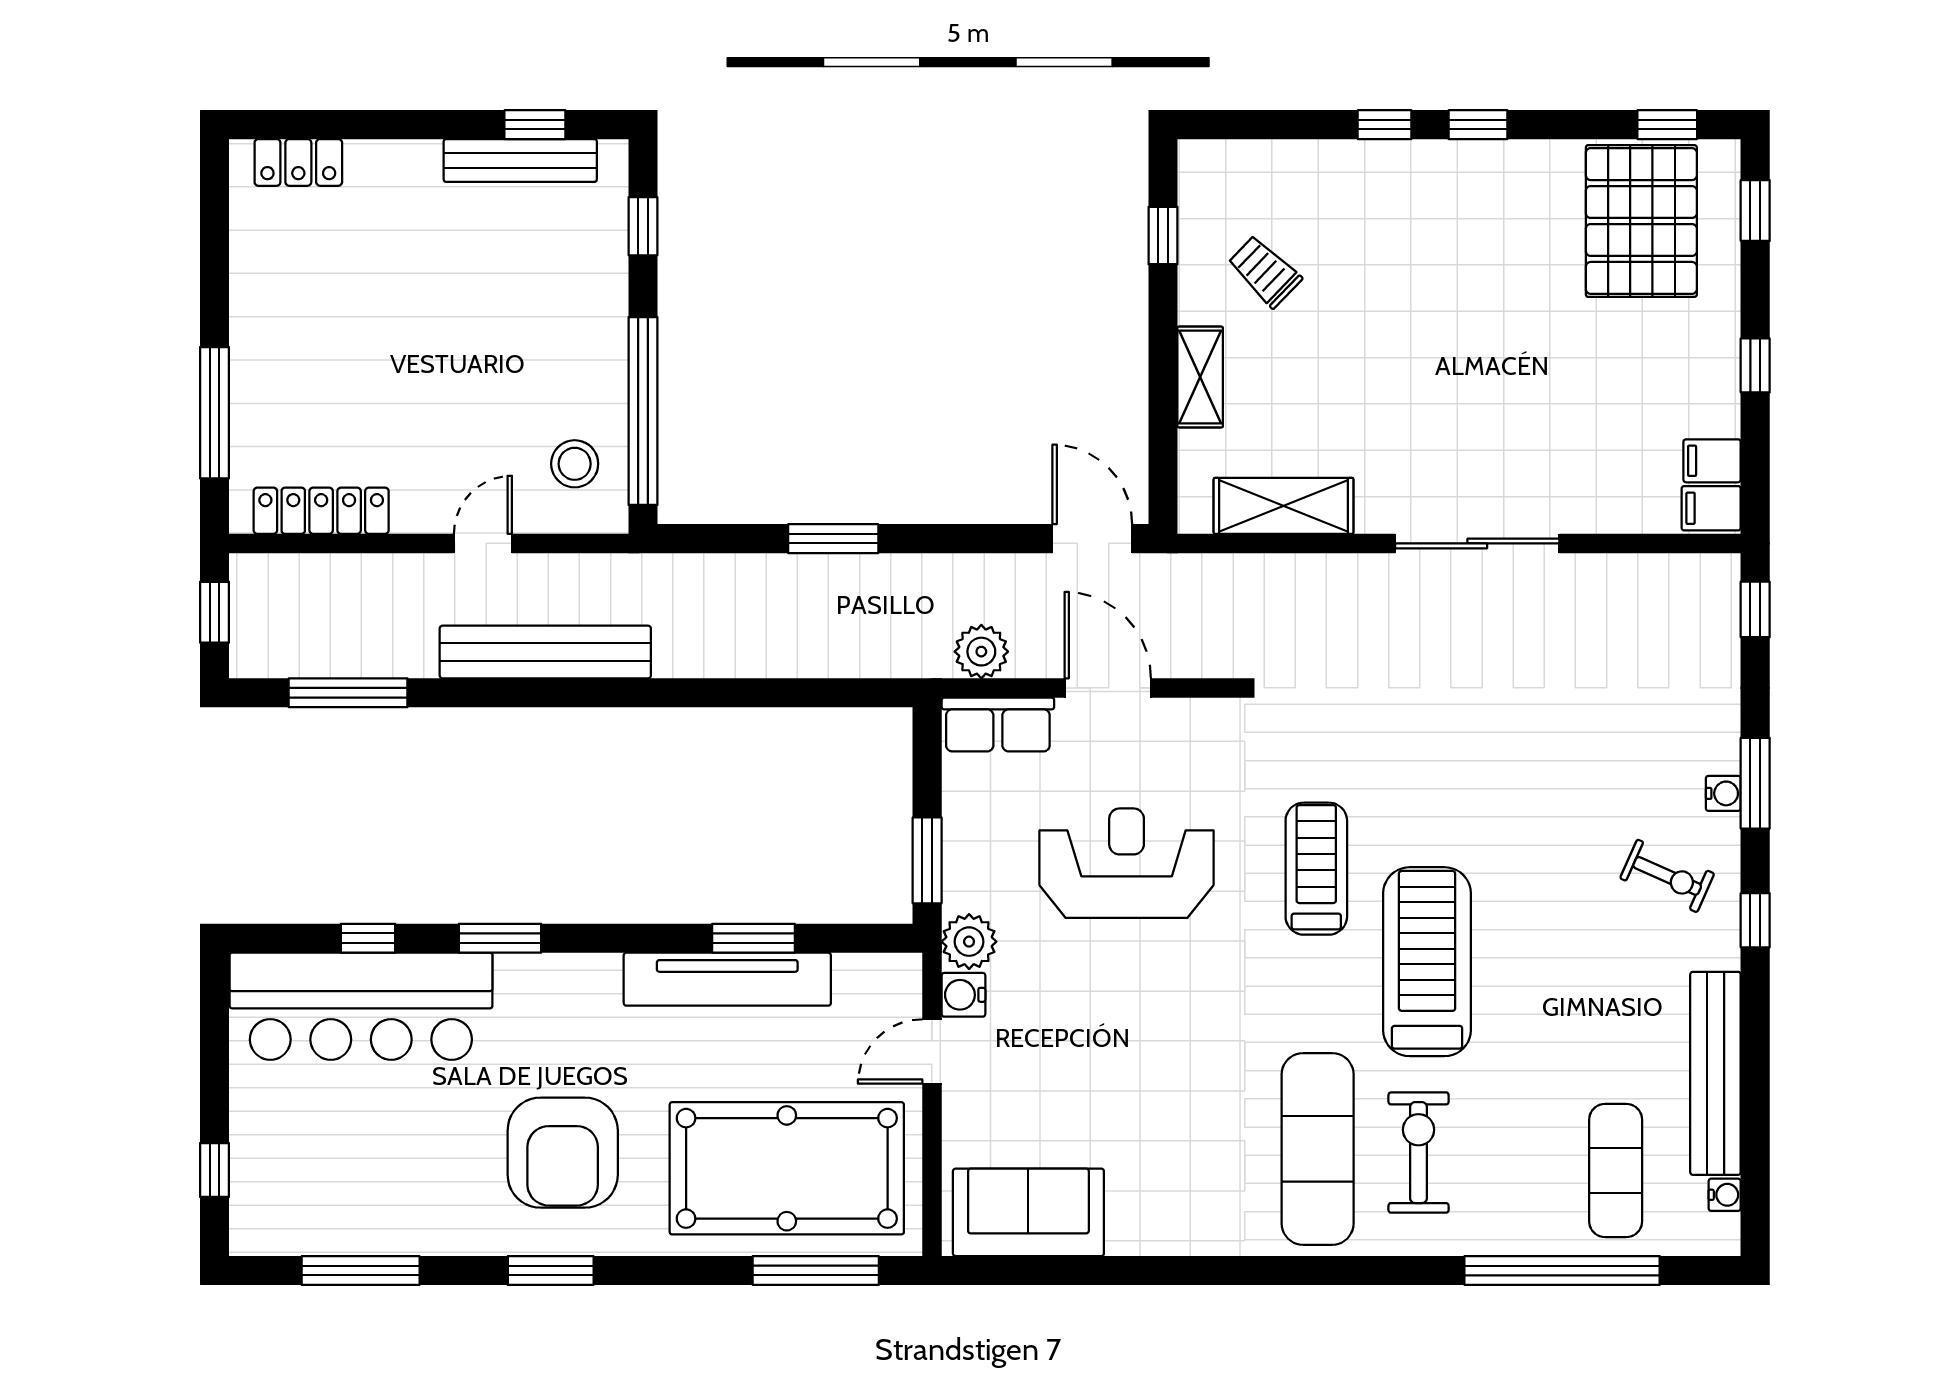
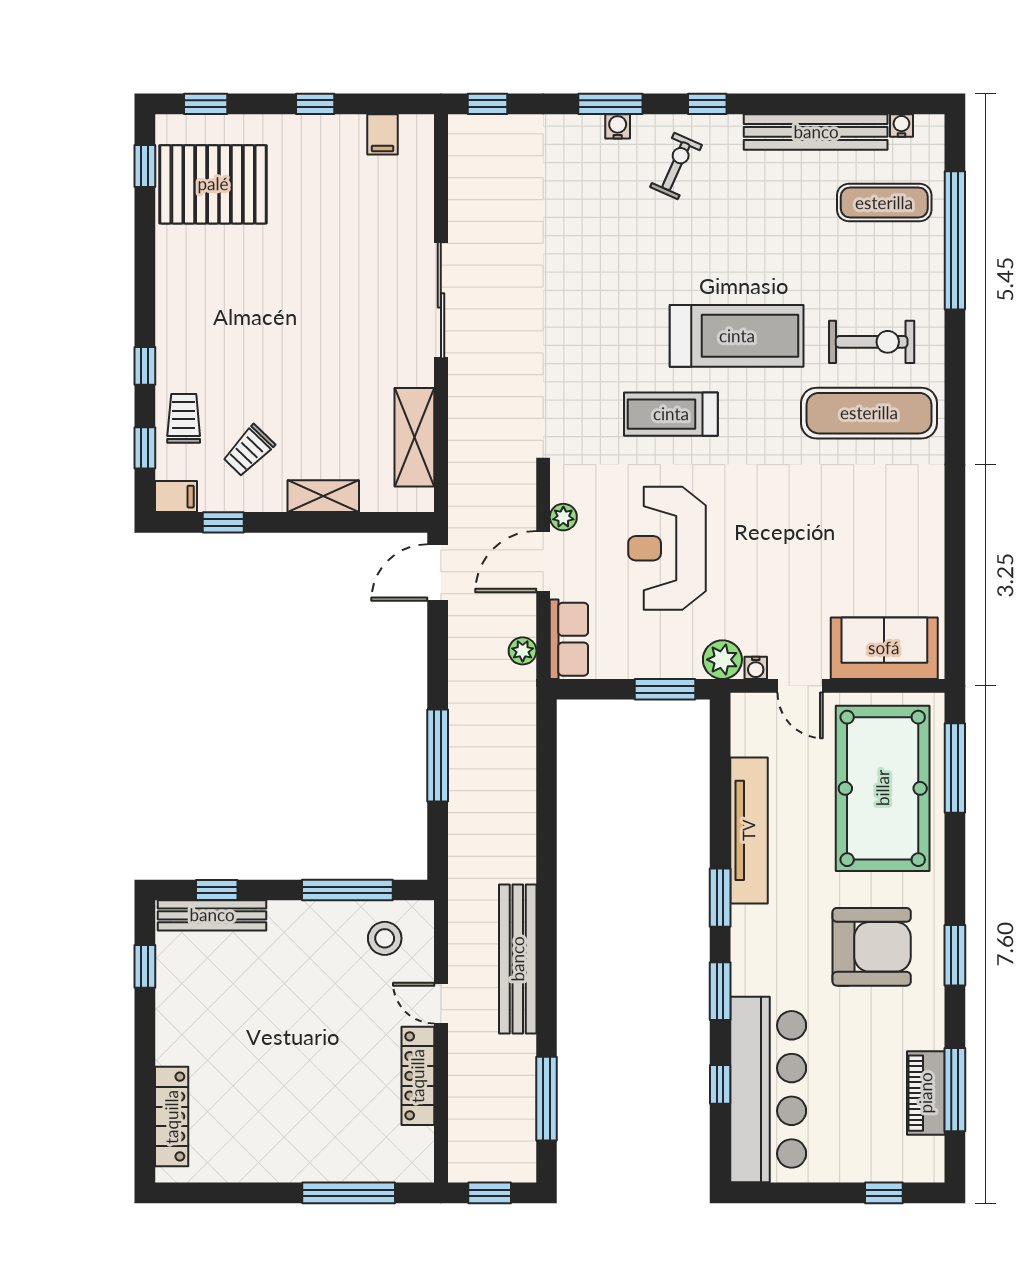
window: (1478, 125) -> (145, 448), moved
bench: (520, 160) -> (212, 915), moved, turned 90
locker: (298, 162) -> (172, 1117), width x1.53
trolley: (1310, 179) -> (184, 418), added
window: (643, 411) -> (347, 890), width x0.68
filing cabinet: (1711, 508) -> (176, 497), moved, turned -90
locker: (321, 511) -> (418, 1076), moved
window: (833, 539) -> (438, 756), width x1.44
plant: (981, 652) -> (523, 651), width x0.73, depth x0.73
plant: (1171, 717) -> (563, 517), added
window: (754, 938) -> (720, 898), moved
treadmill: (1427, 962) -> (737, 336), turned 180
water cooler: (963, 995) -> (756, 668), width x0.72, depth x0.72
exercise bike: (1419, 1153) -> (872, 342), turned 180
sofa: (1028, 1212) -> (884, 648), moved, turned 90
piano: (356, 1230) -> (926, 1093), added

